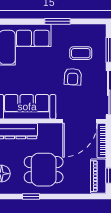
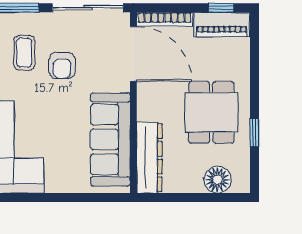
armchair: (73, 77) -> (62, 65), turned 87

